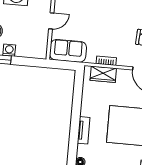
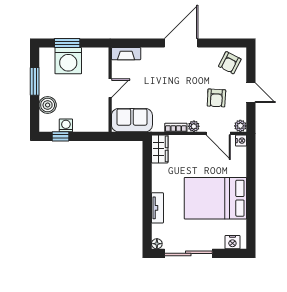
plant: (122, 61) -> (194, 126), added
wardrobe: (103, 74) -> (160, 149), moved, turned -90

